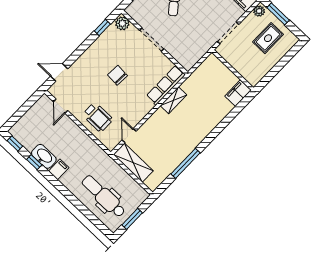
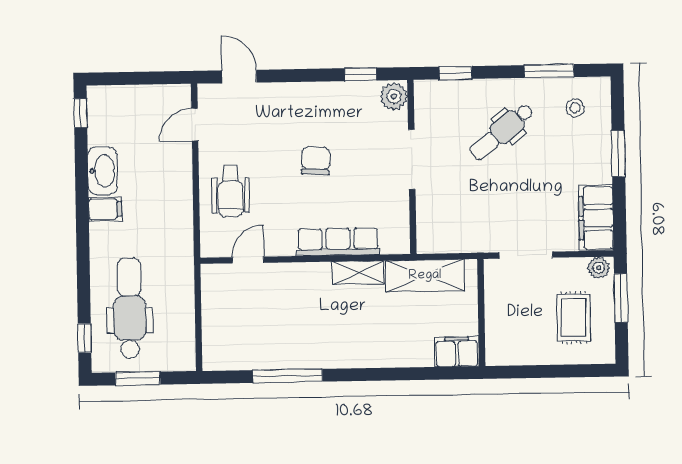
rug: (268, 38) -> (574, 318), turned 90
row of seats: (166, 85) -> (338, 242), moved
window: (34, 162) -> (84, 338), moved
shelving: (133, 163) -> (425, 276), moved, turned 90

